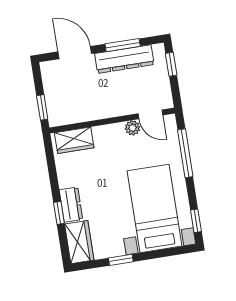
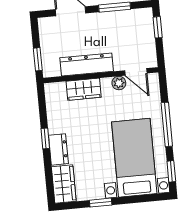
dresser: (124, 59) -> (87, 65), moved, turned 180
wardrobe: (74, 140) -> (84, 89), moved
window: (185, 153) -> (167, 124), moved
window: (59, 213) -> (45, 138), moved

